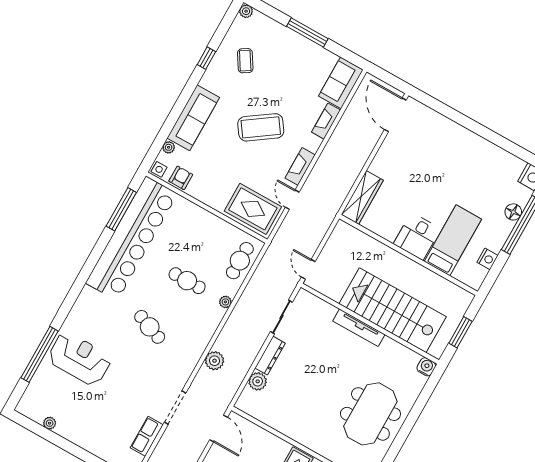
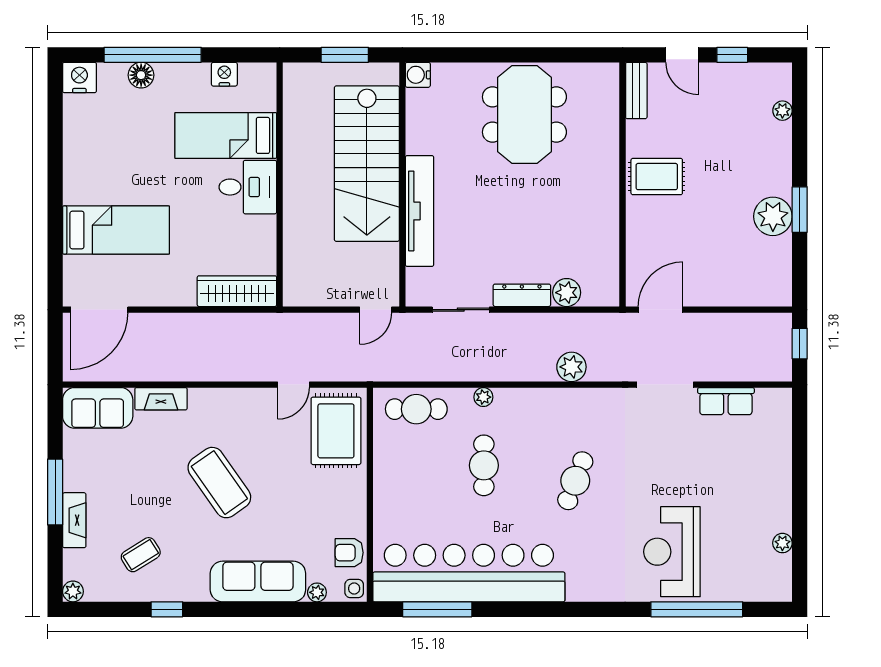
bed: (435, 149) -> (116, 230), added
fireplace: (300, 166) -> (74, 520), moved, turned -90
tv unit: (359, 328) -> (419, 211), width x1.36, depth x1.29
meeting table: (370, 414) -> (524, 114), turned 90

